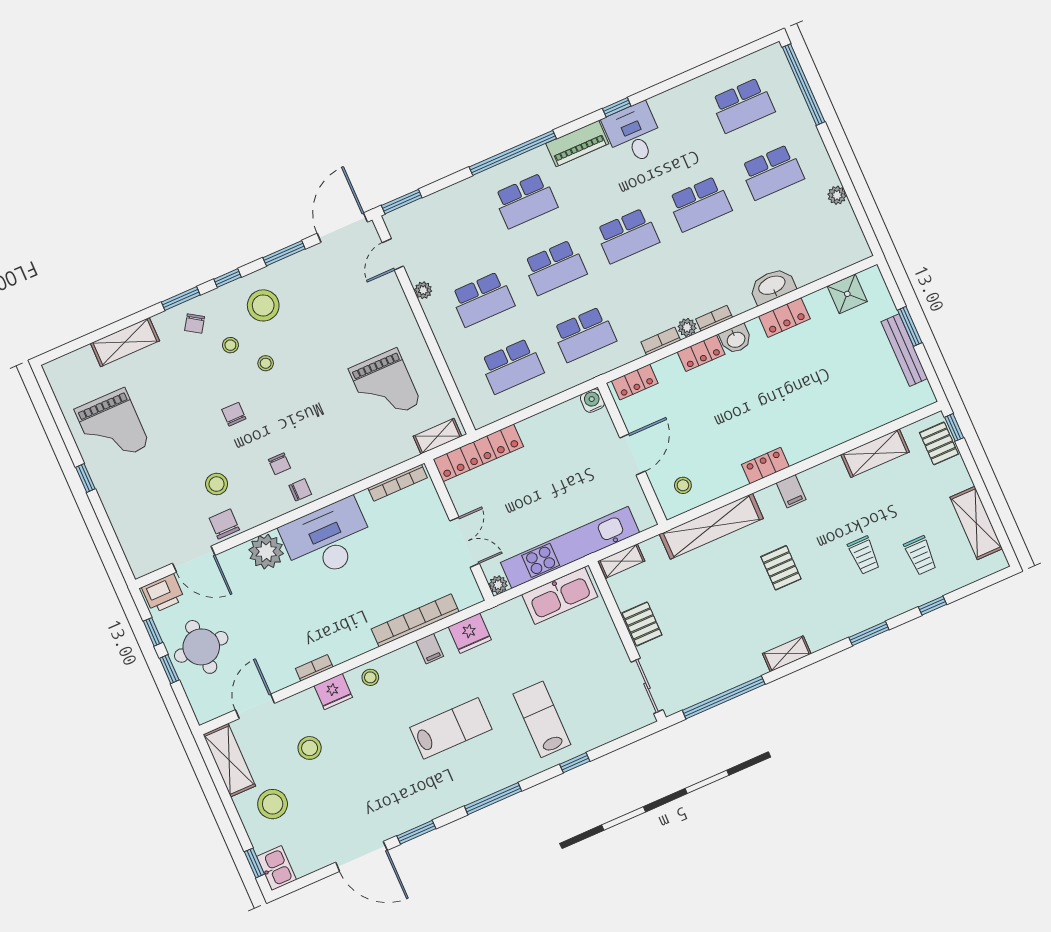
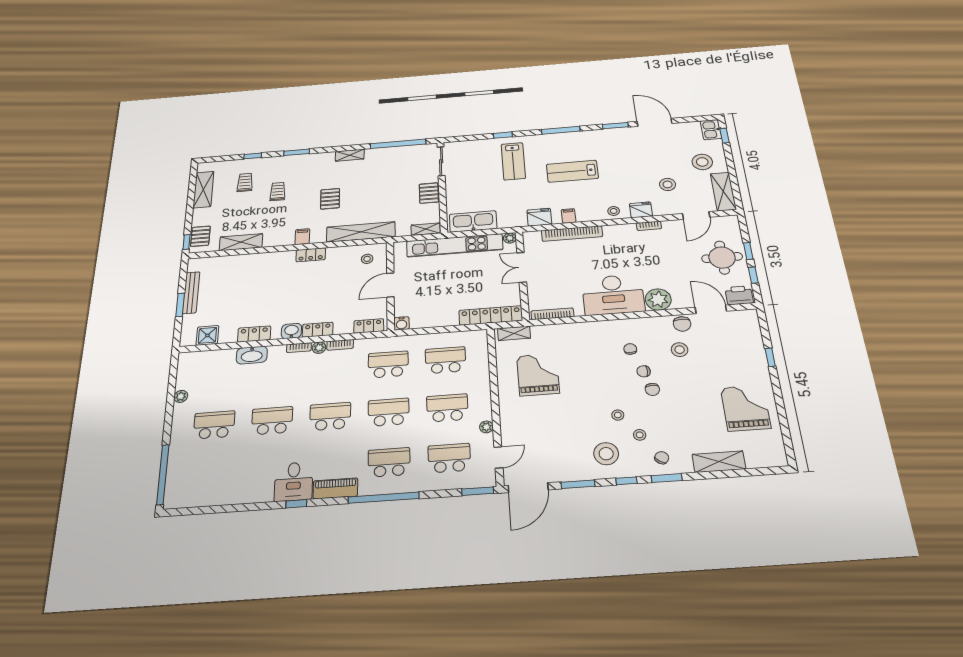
school desk: (743, 105) -> (449, 458), moved
window: (85, 478) -> (770, 357), moved
chair: (300, 490) -> (644, 371), moved

